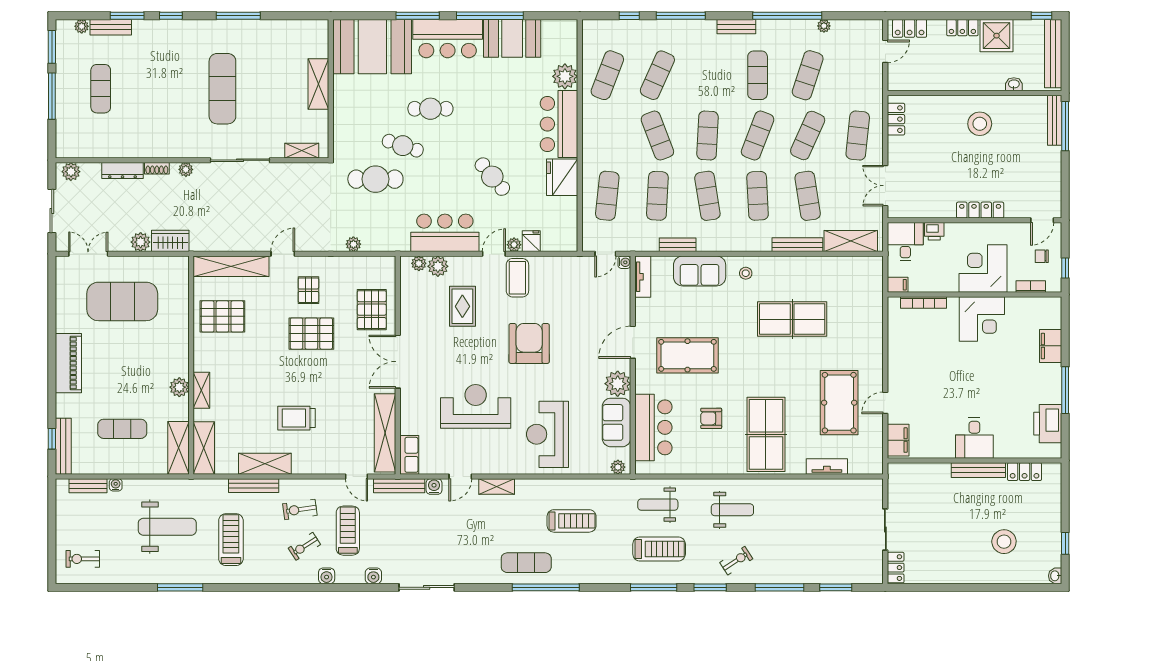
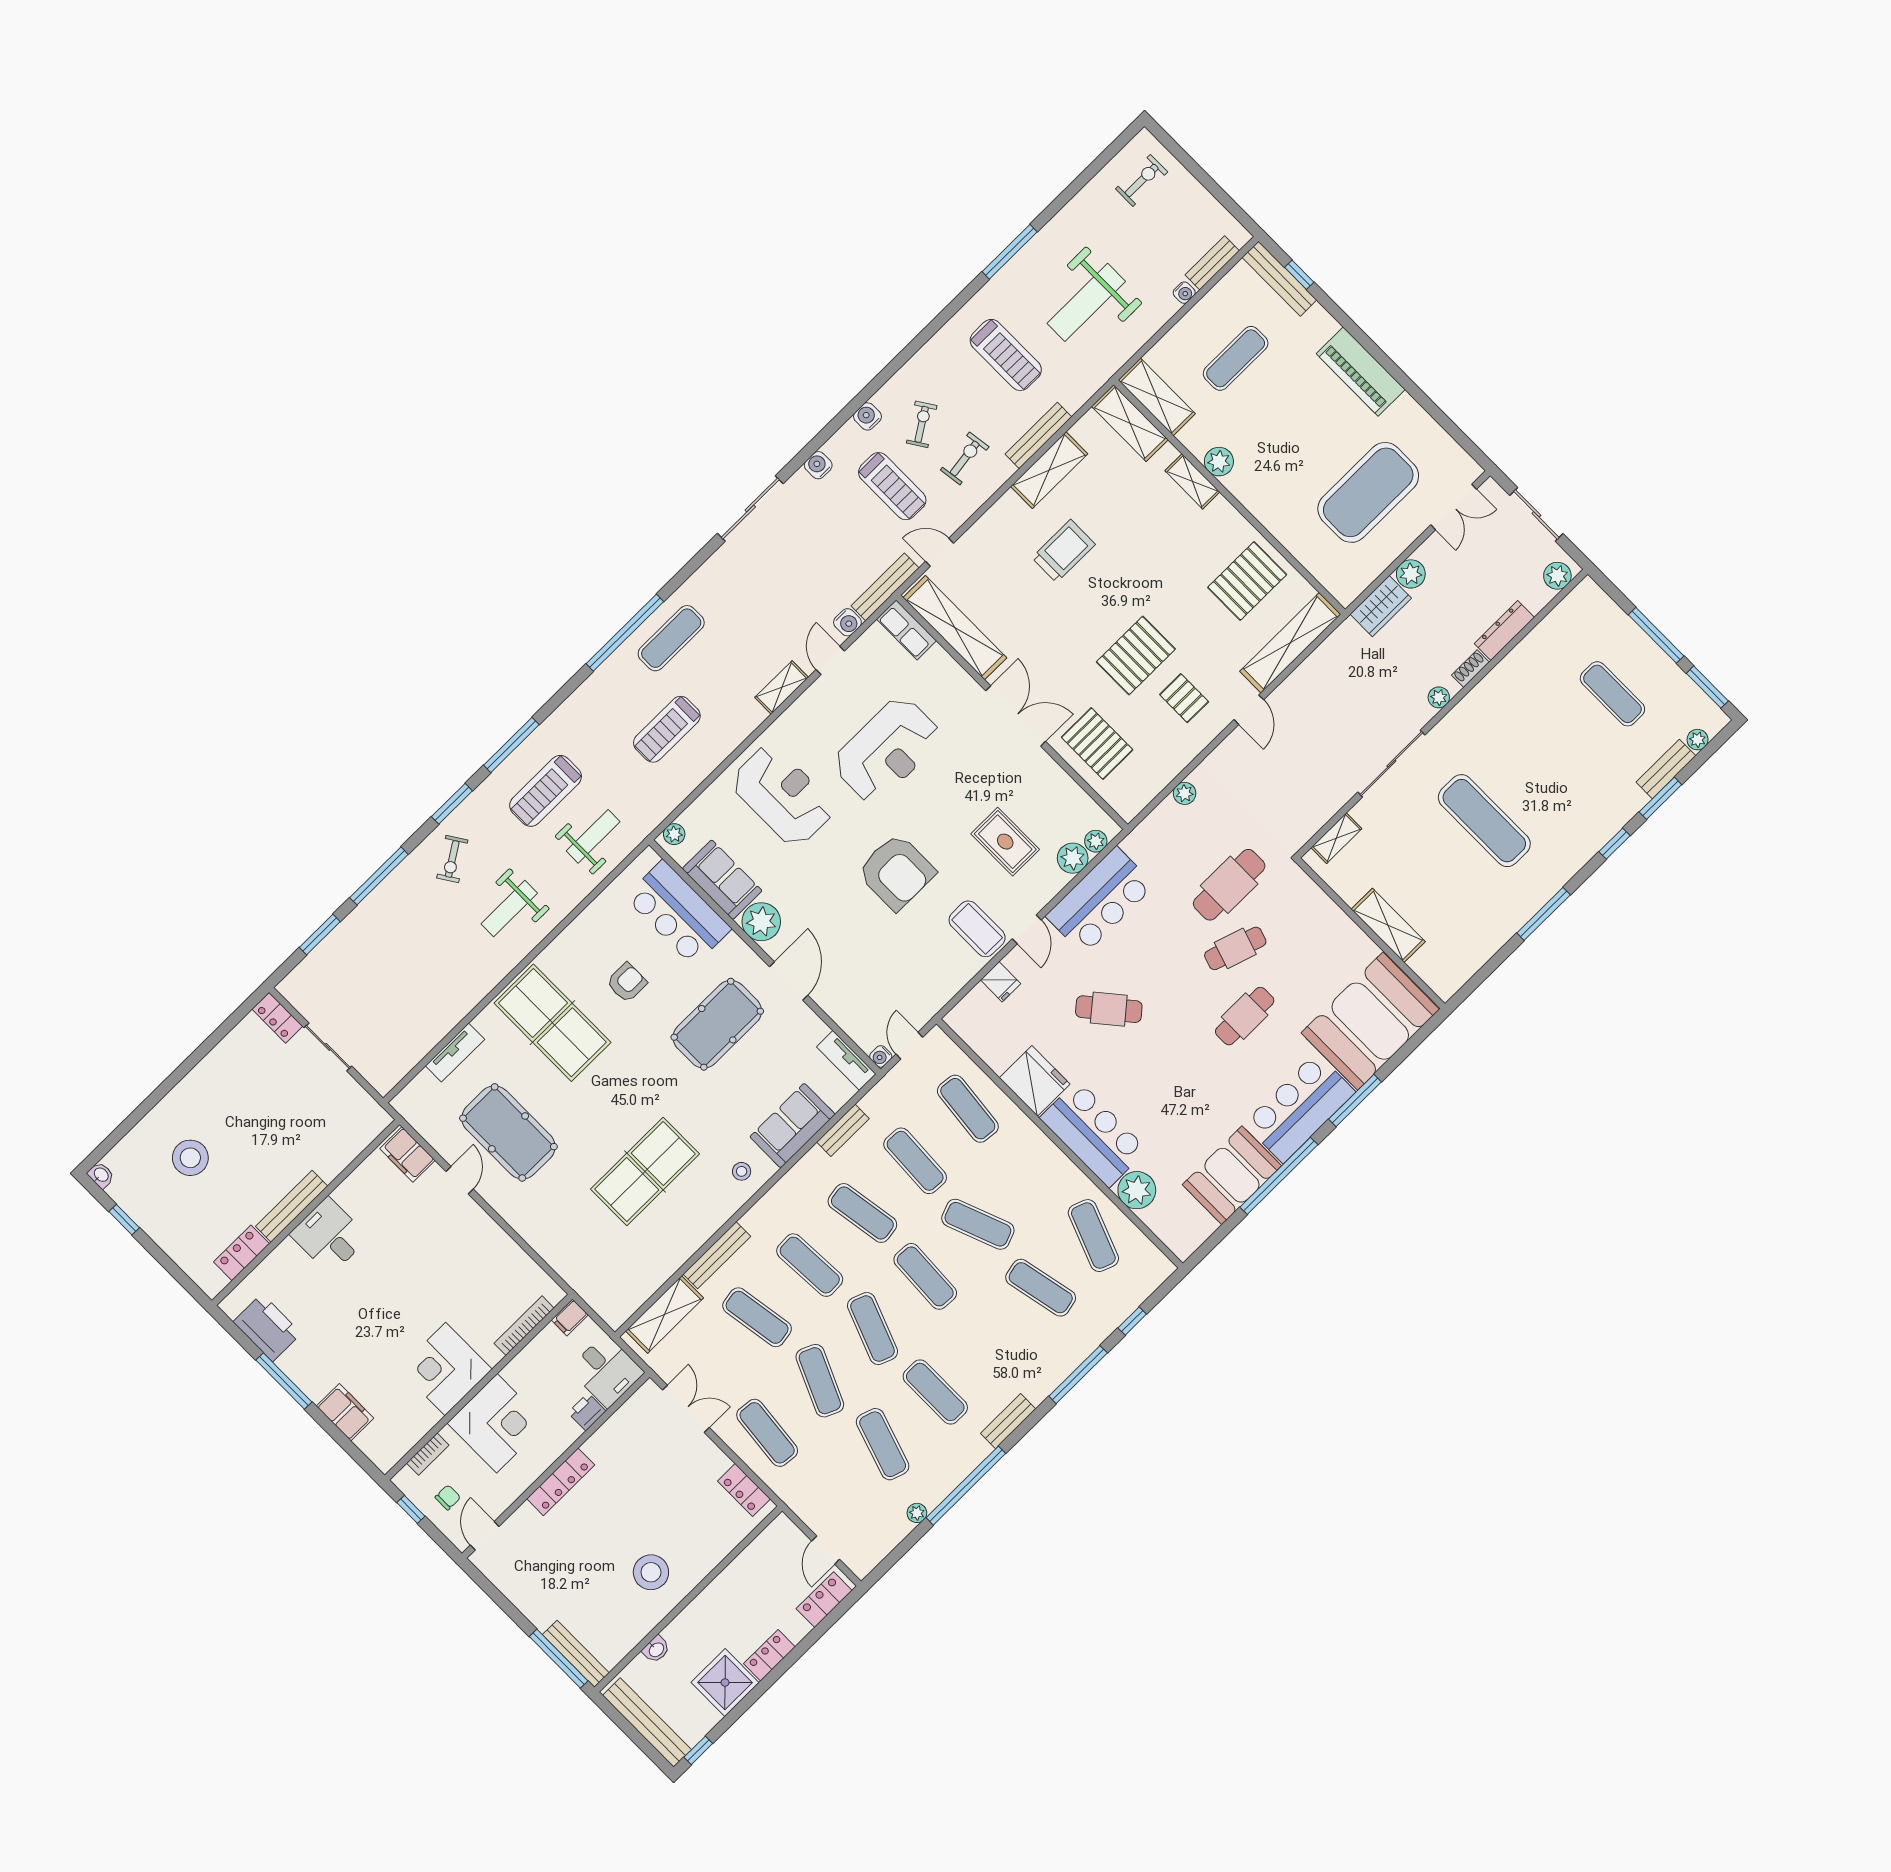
exercise mat: (657, 75) -> (1041, 1288), turned -36
plant: (514, 245) -> (1015, 960), removed

